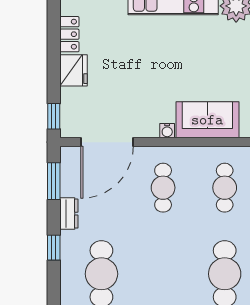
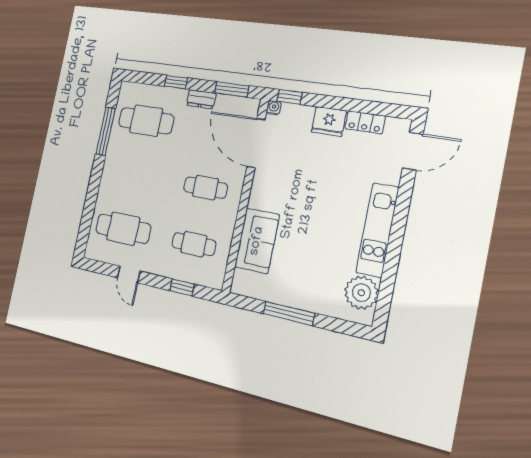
water cooler: (167, 131) -> (274, 108), moved, turned 90

